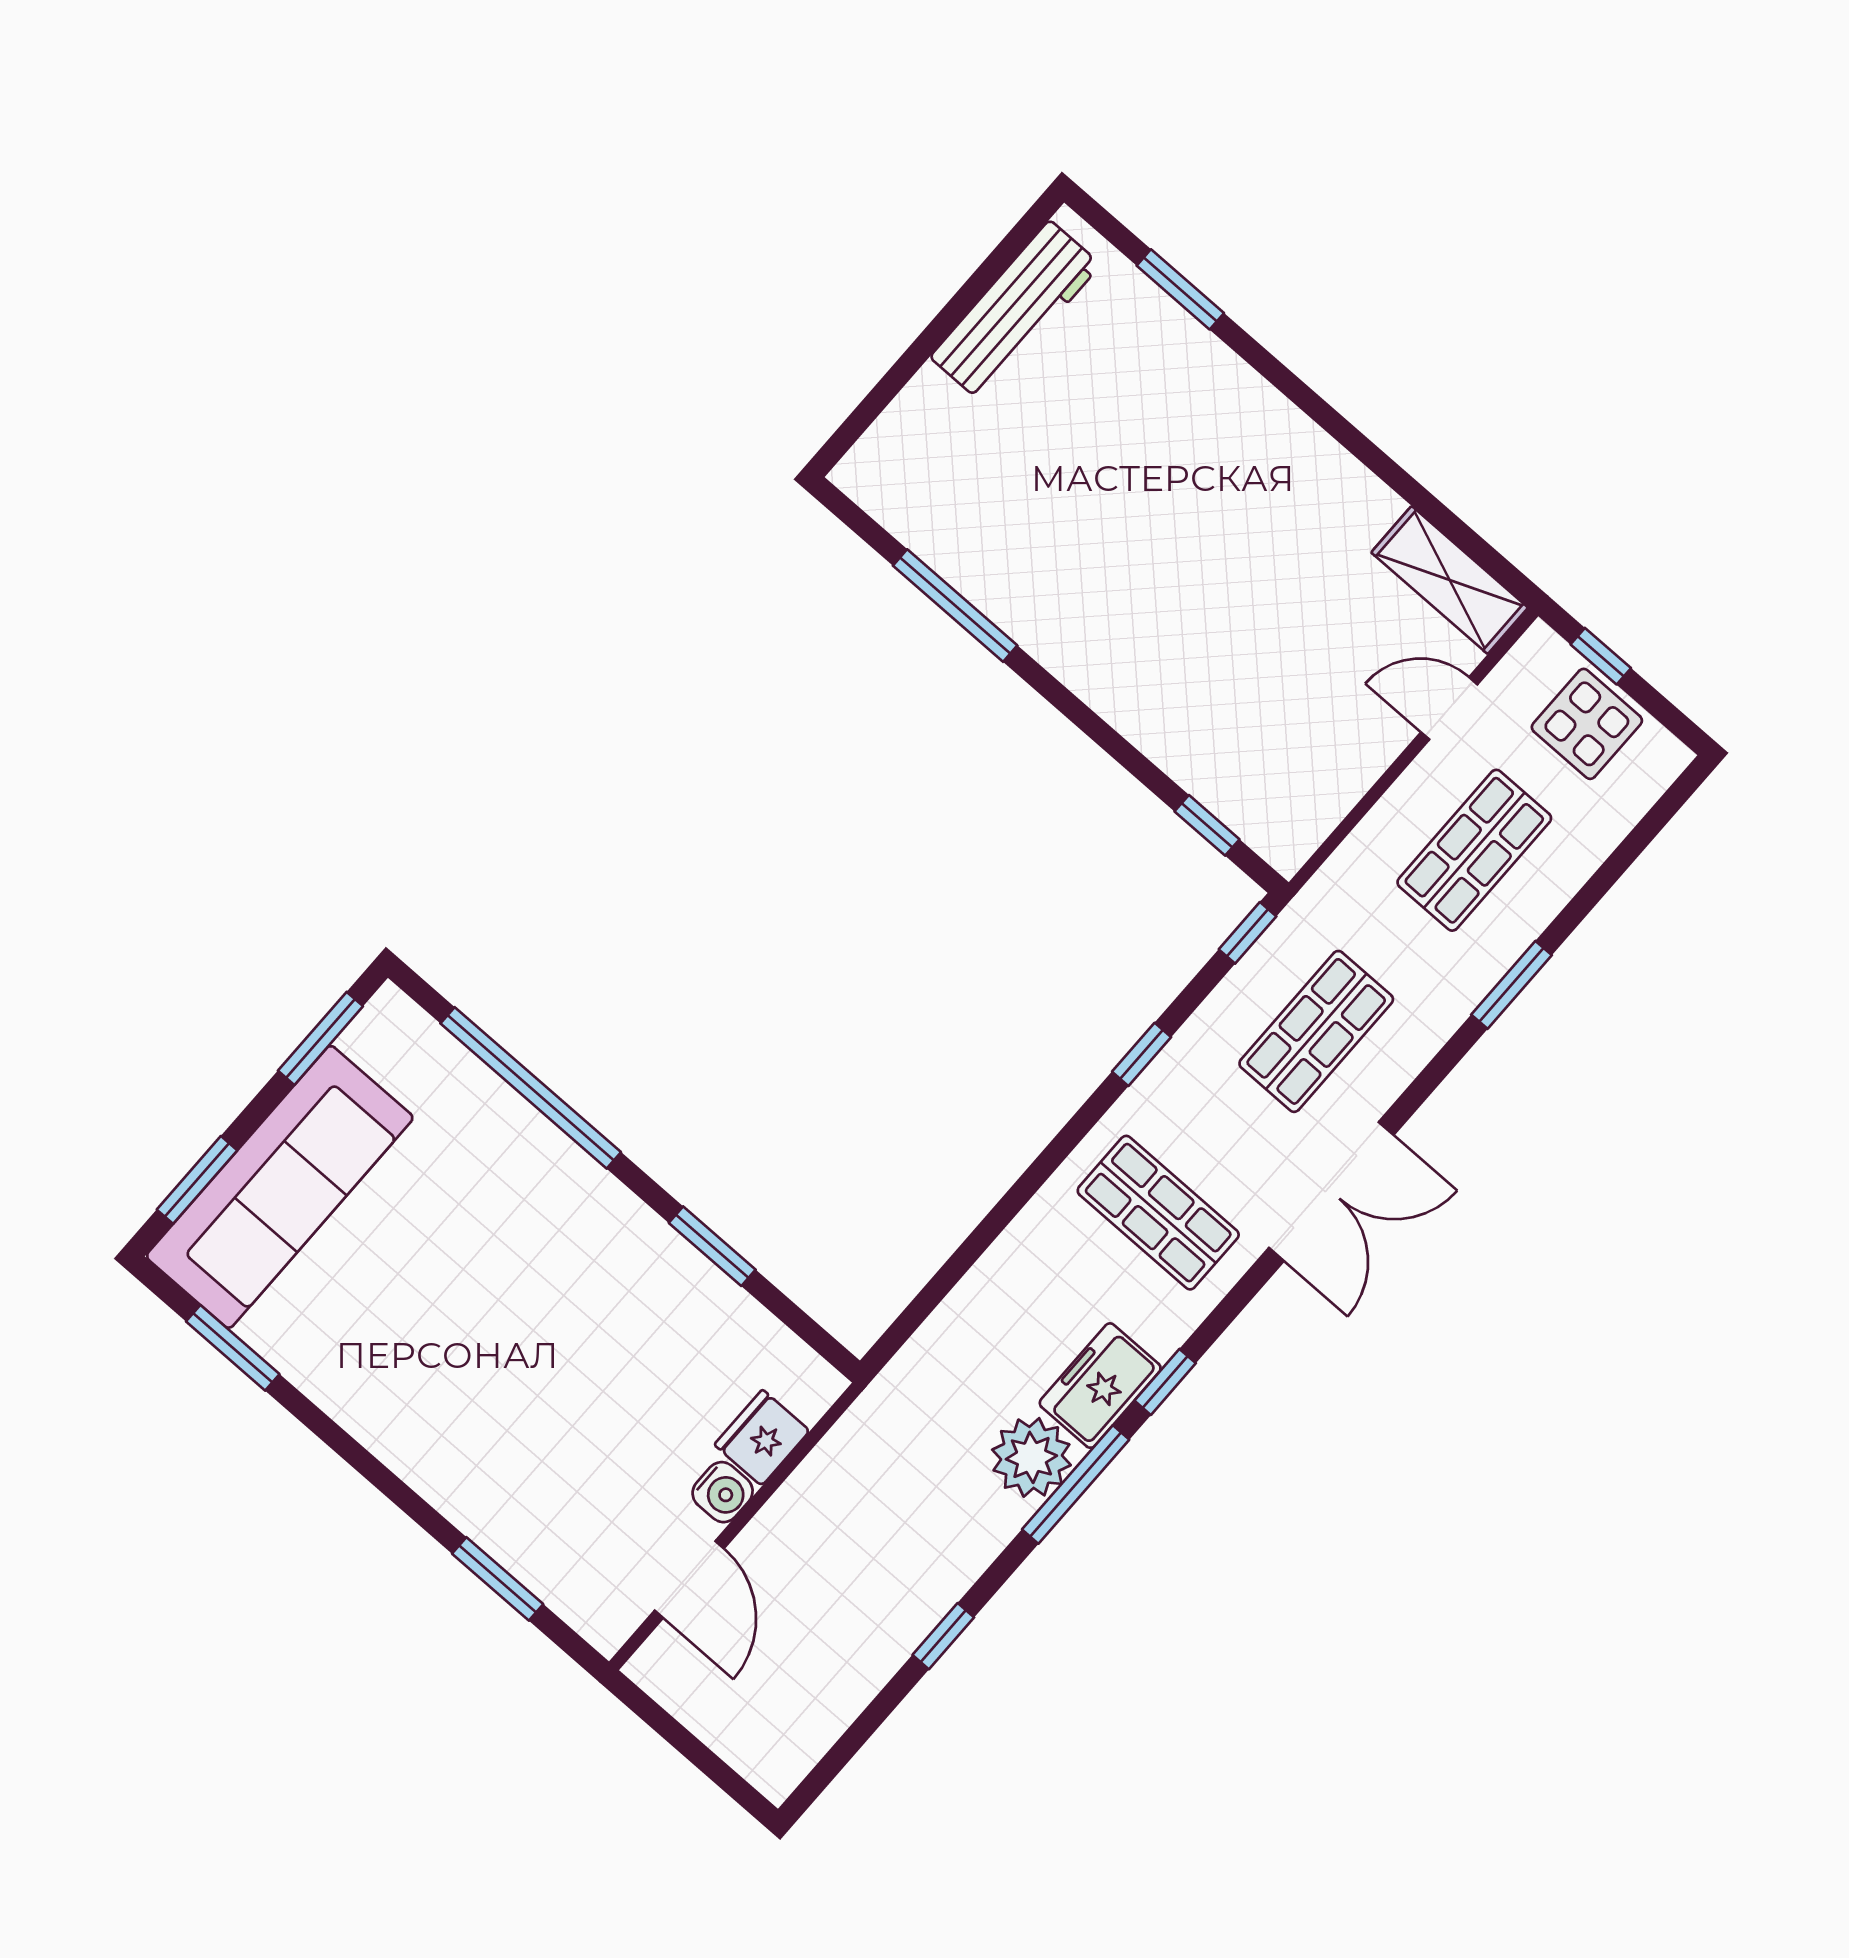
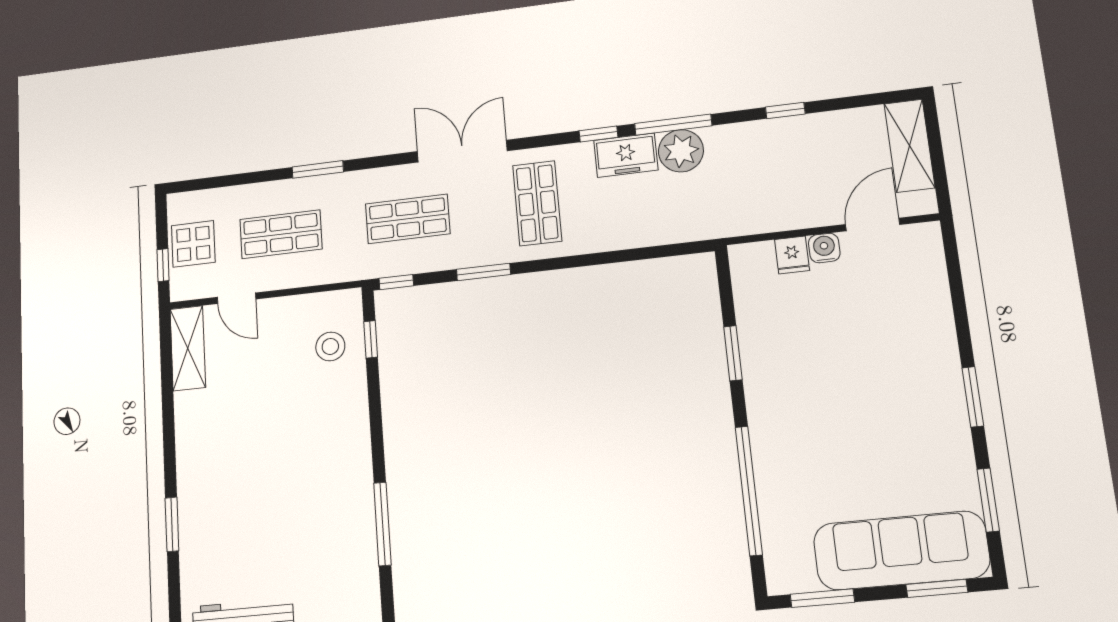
window: (1180, 289) -> (172, 524), moved
stool: (1253, 765) -> (330, 346), added
window: (1142, 1054) -> (483, 272), width x1.50
fridge: (762, 1438) -> (792, 255), width x0.72
window: (498, 1579) -> (973, 397), moved
shelving: (737, 1730) -> (909, 146), added

